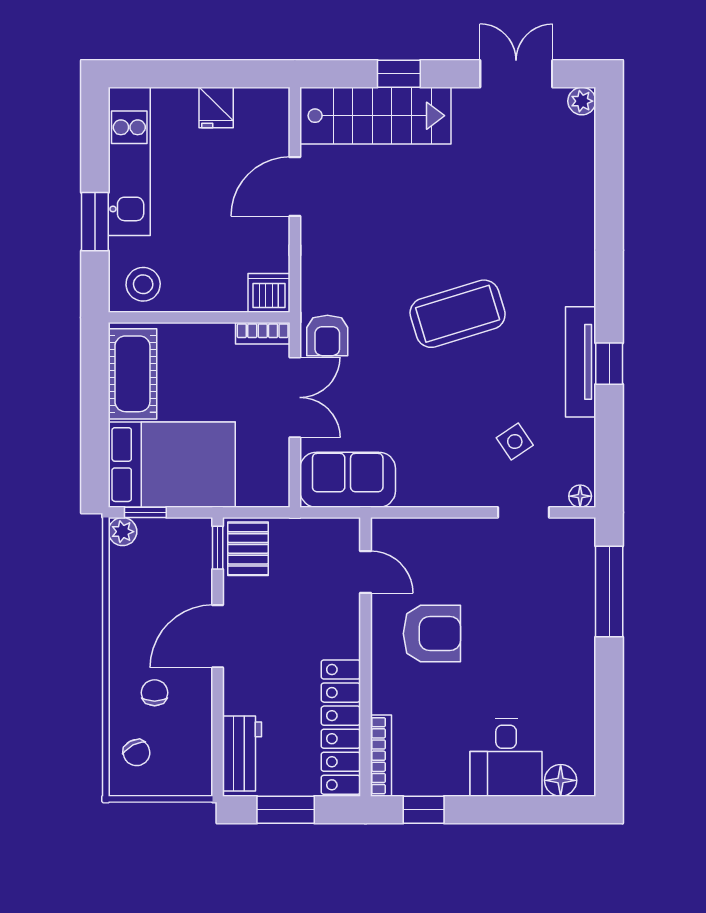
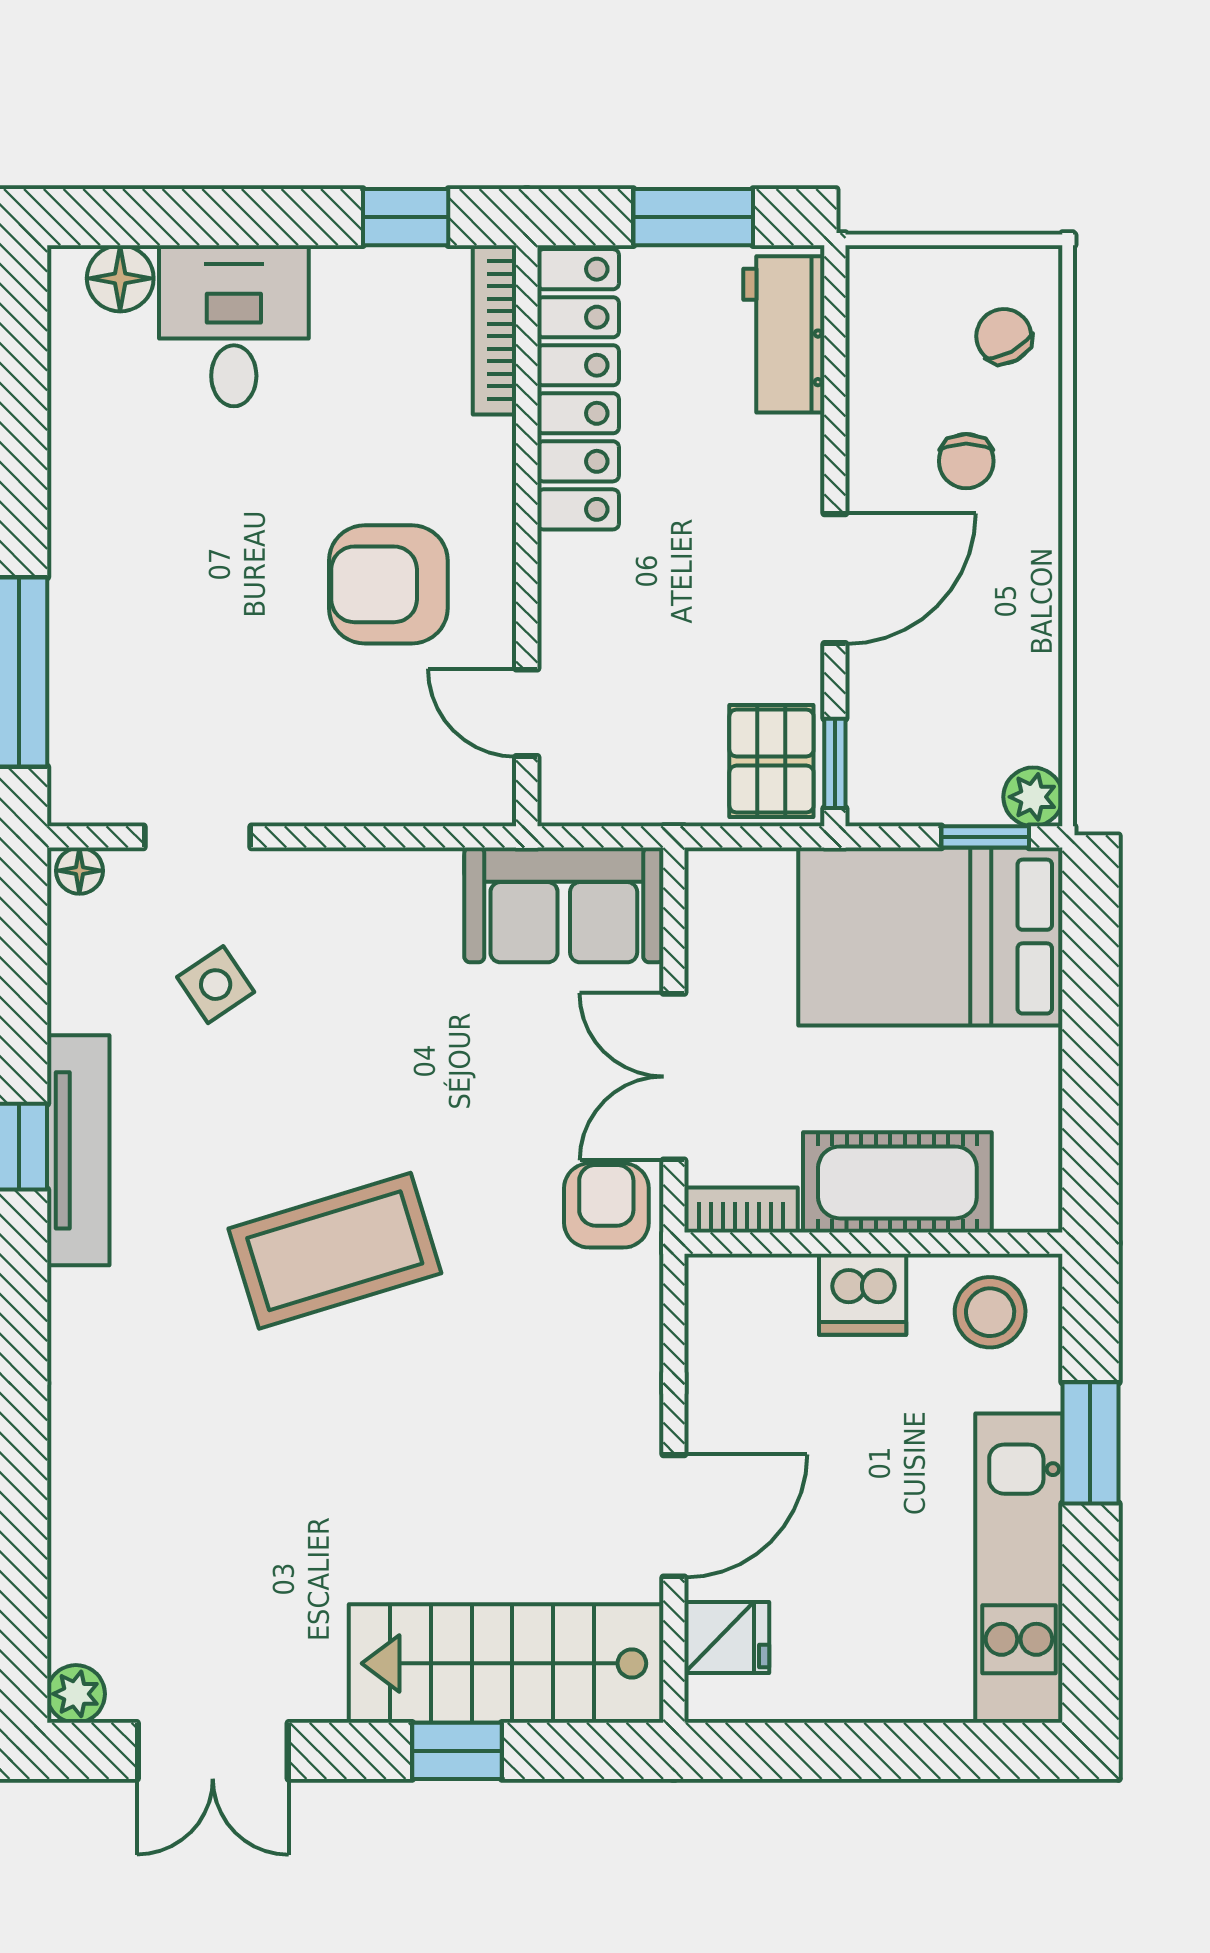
fridge: (216, 108) -> (727, 1637), moved, turned 90
dishwasher: (269, 293) -> (863, 1294), moved
cot: (132, 374) -> (897, 1182), moved, turned 90

